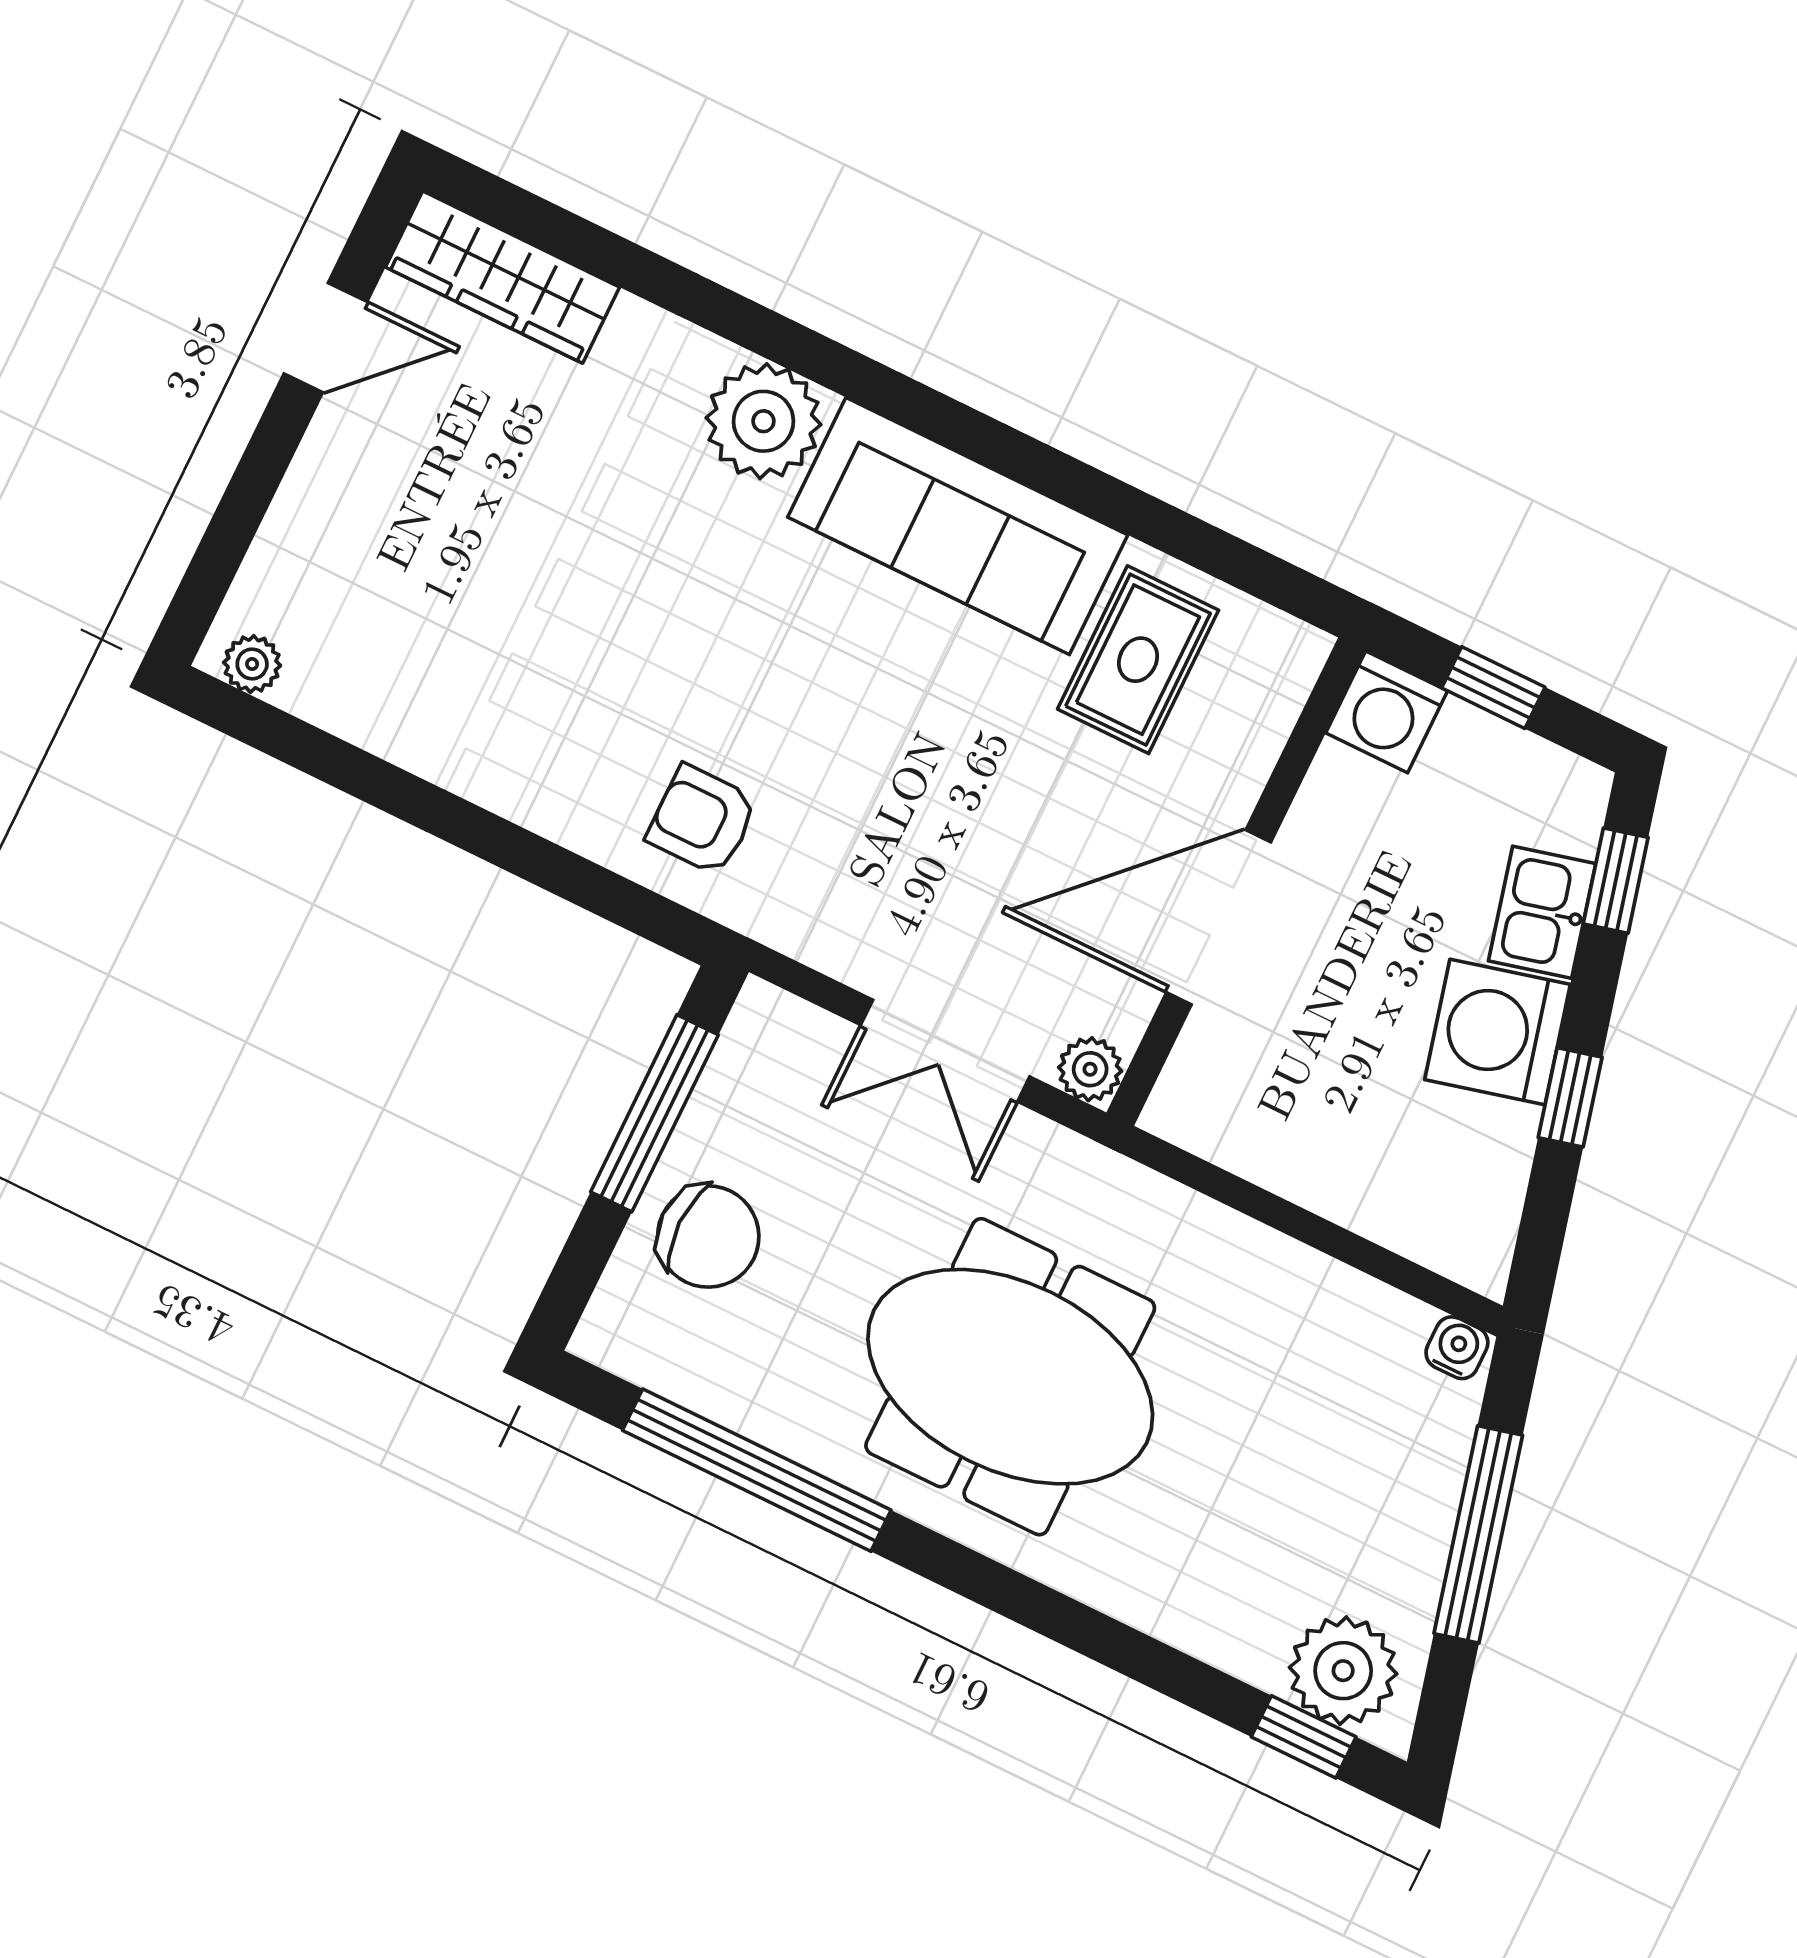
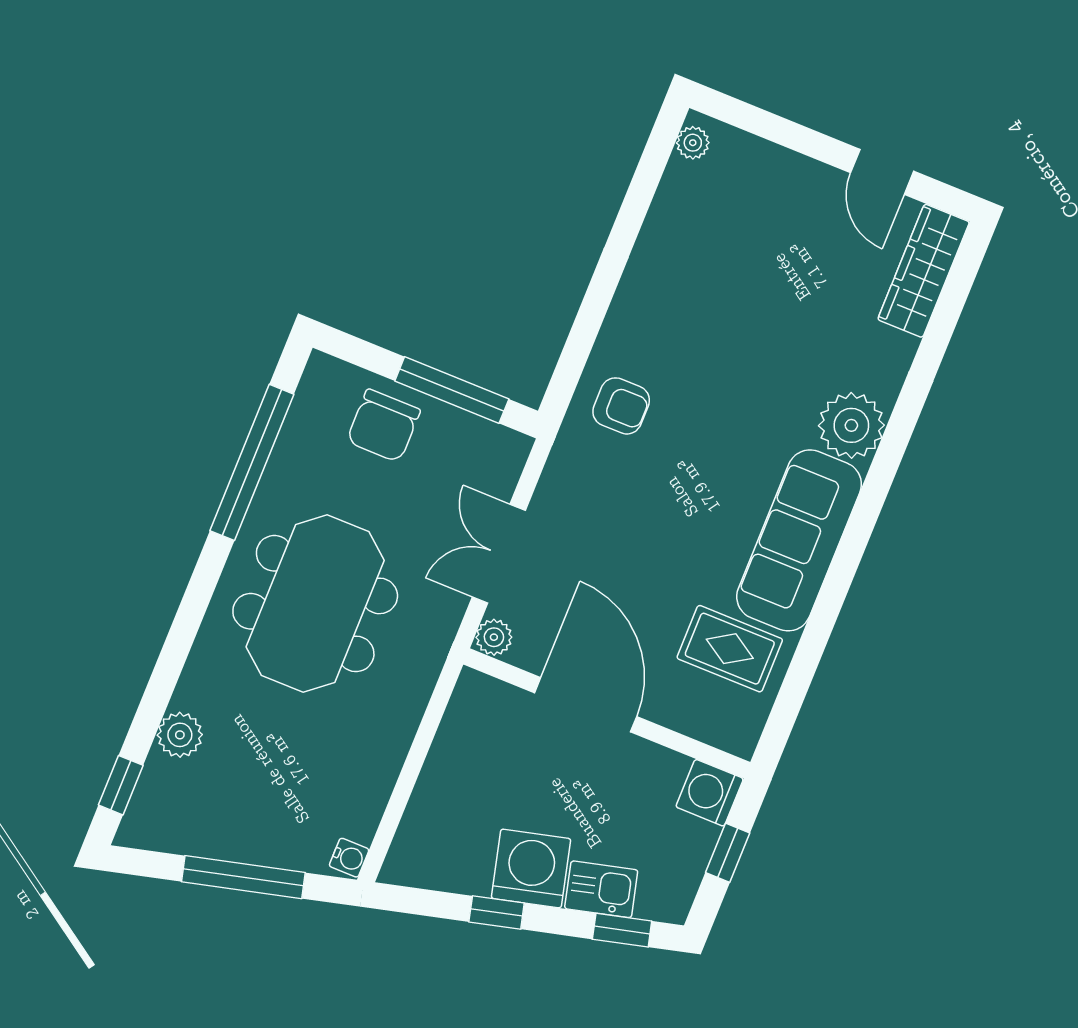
armchair: (702, 820) -> (621, 406), turned 90
plant: (1343, 1671) -> (180, 735), moved, width x0.73, depth x0.73

